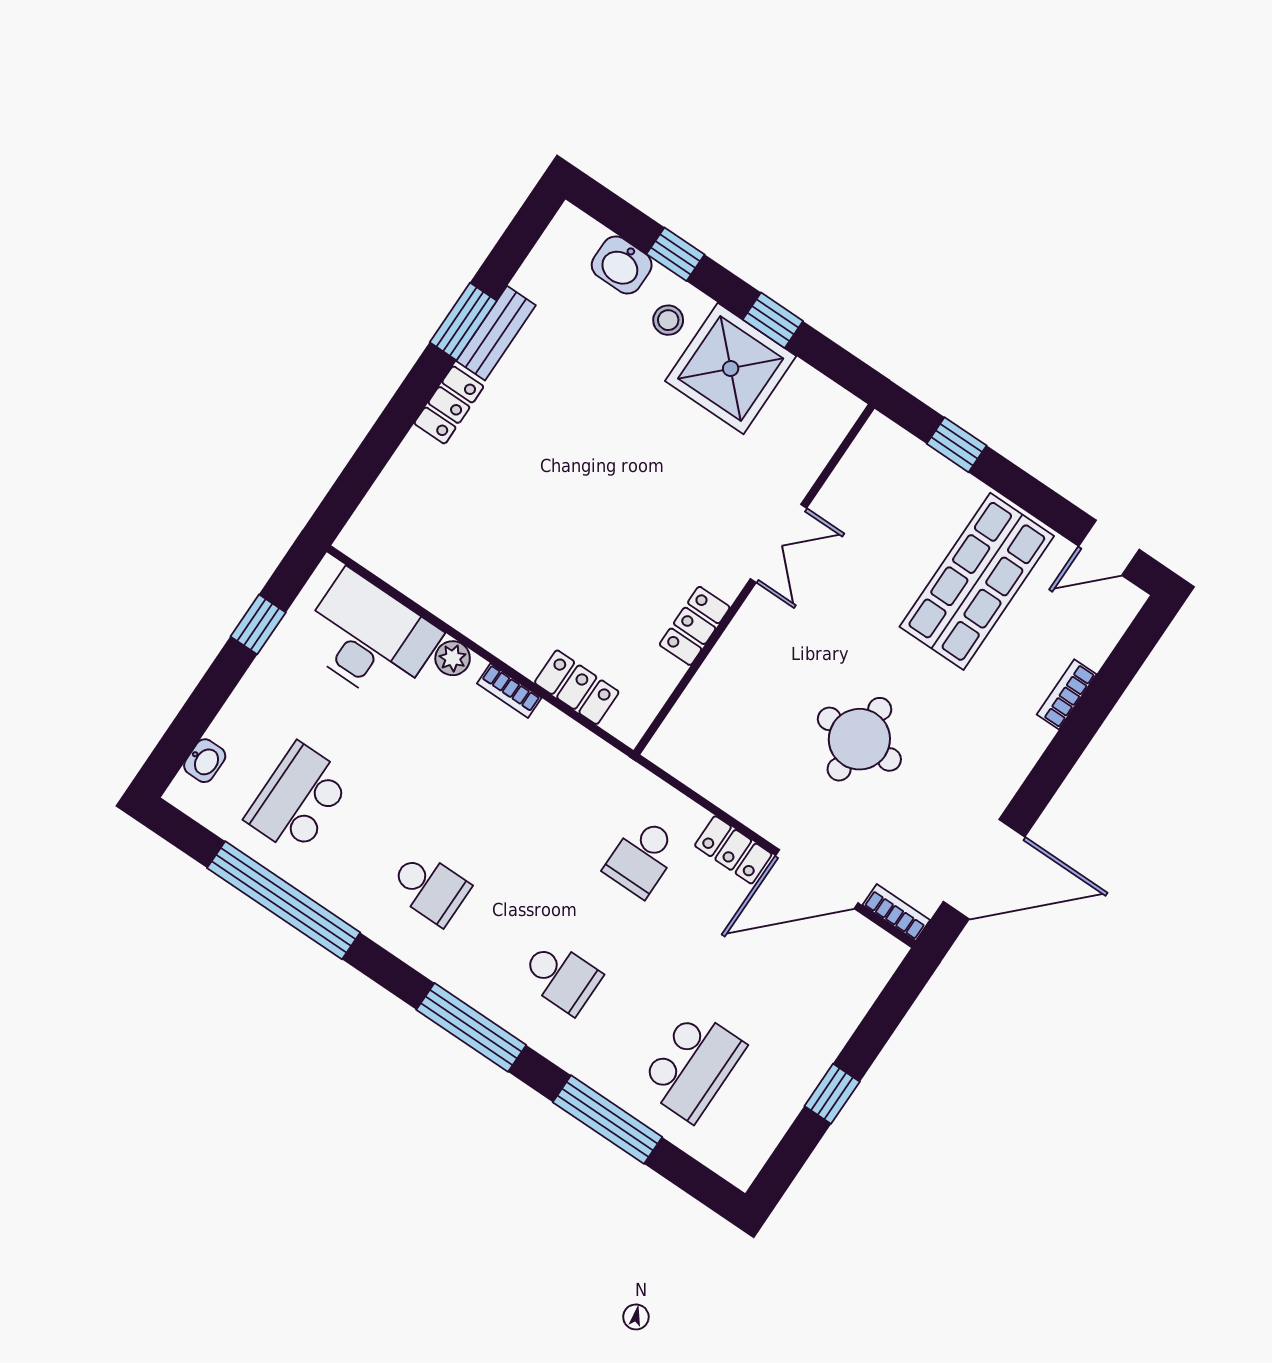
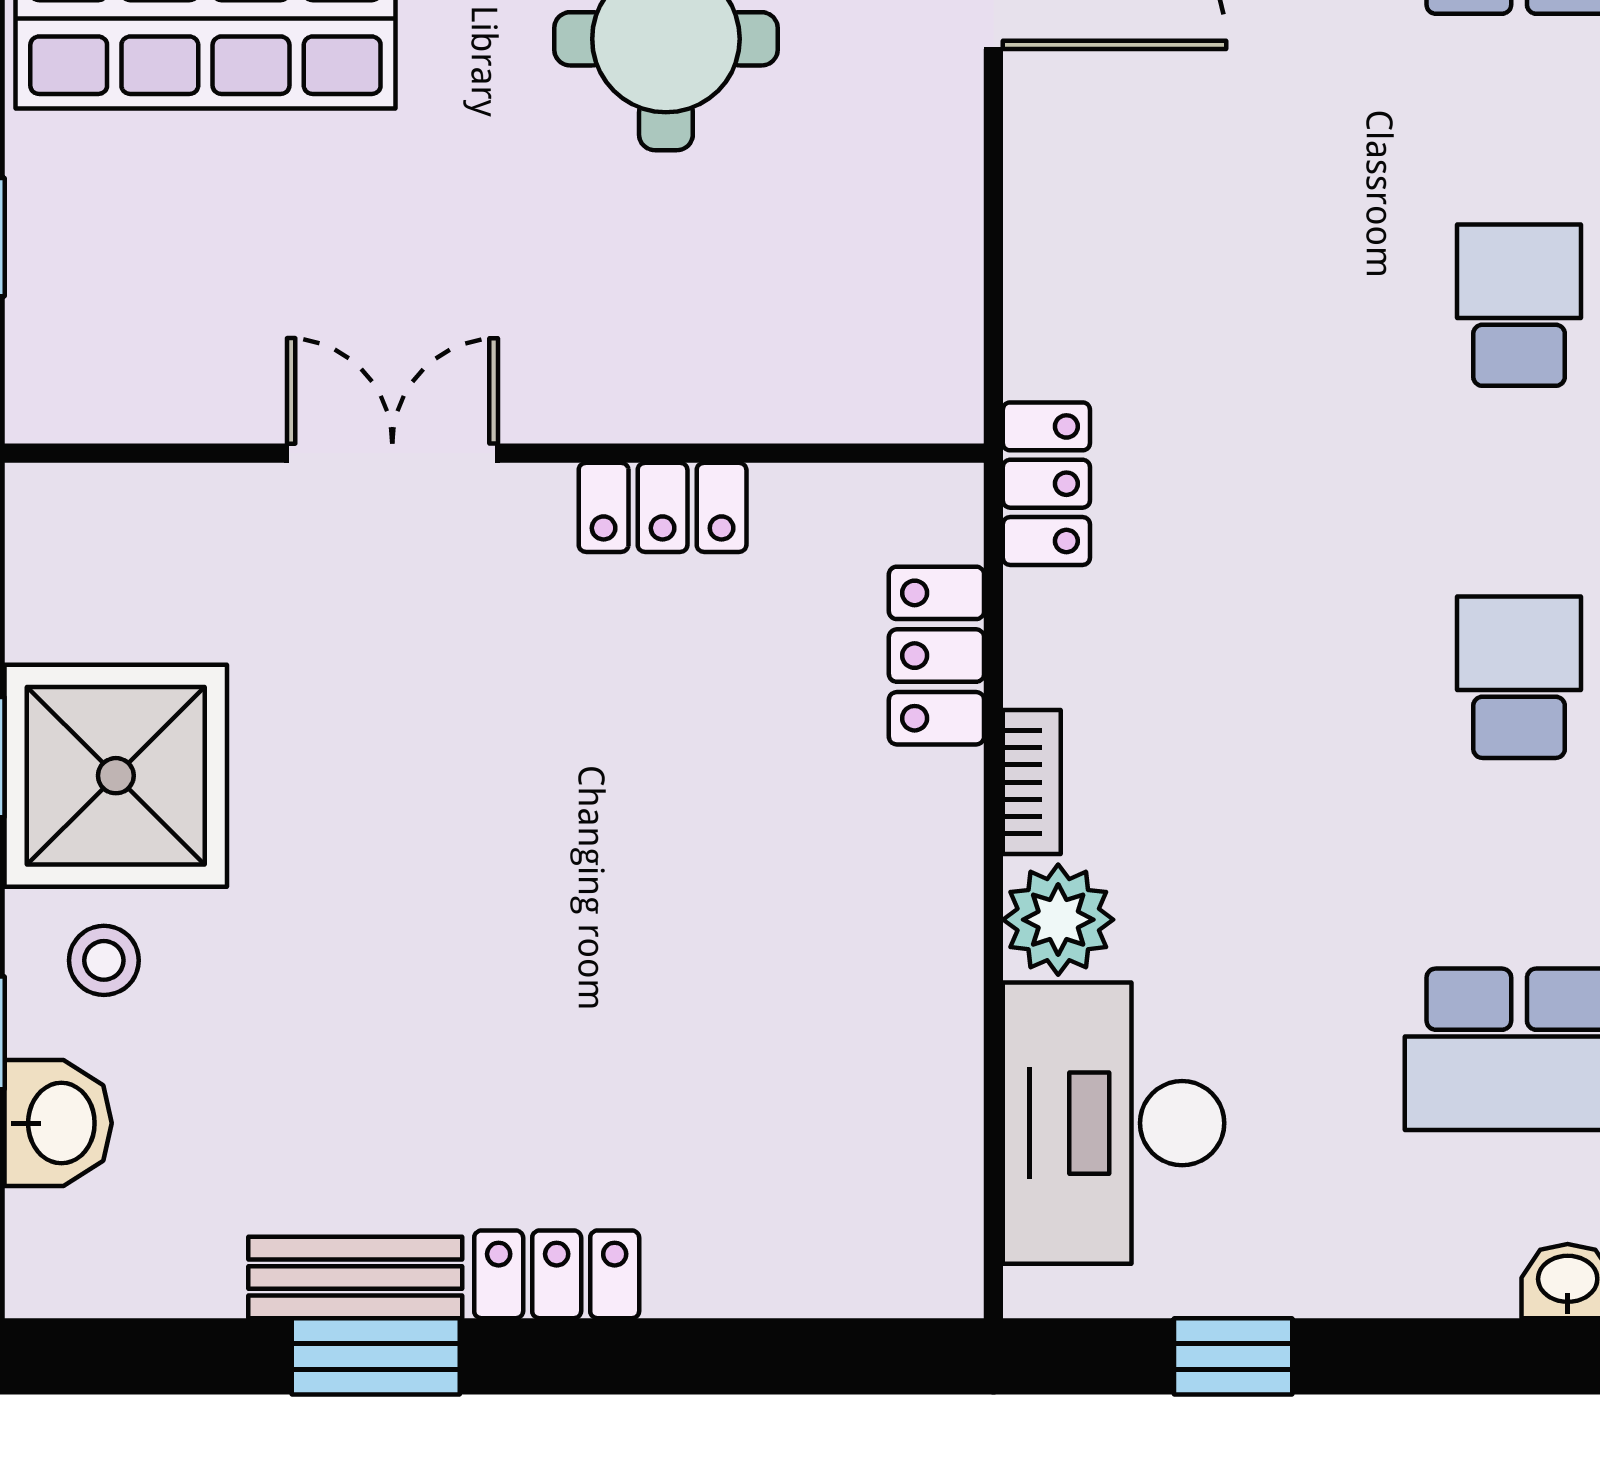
plant: (453, 658) -> (1058, 920), width x1.38, depth x1.38
locker: (733, 850) -> (1046, 484), moved
school desk: (642, 857) -> (1181, 305), removed

